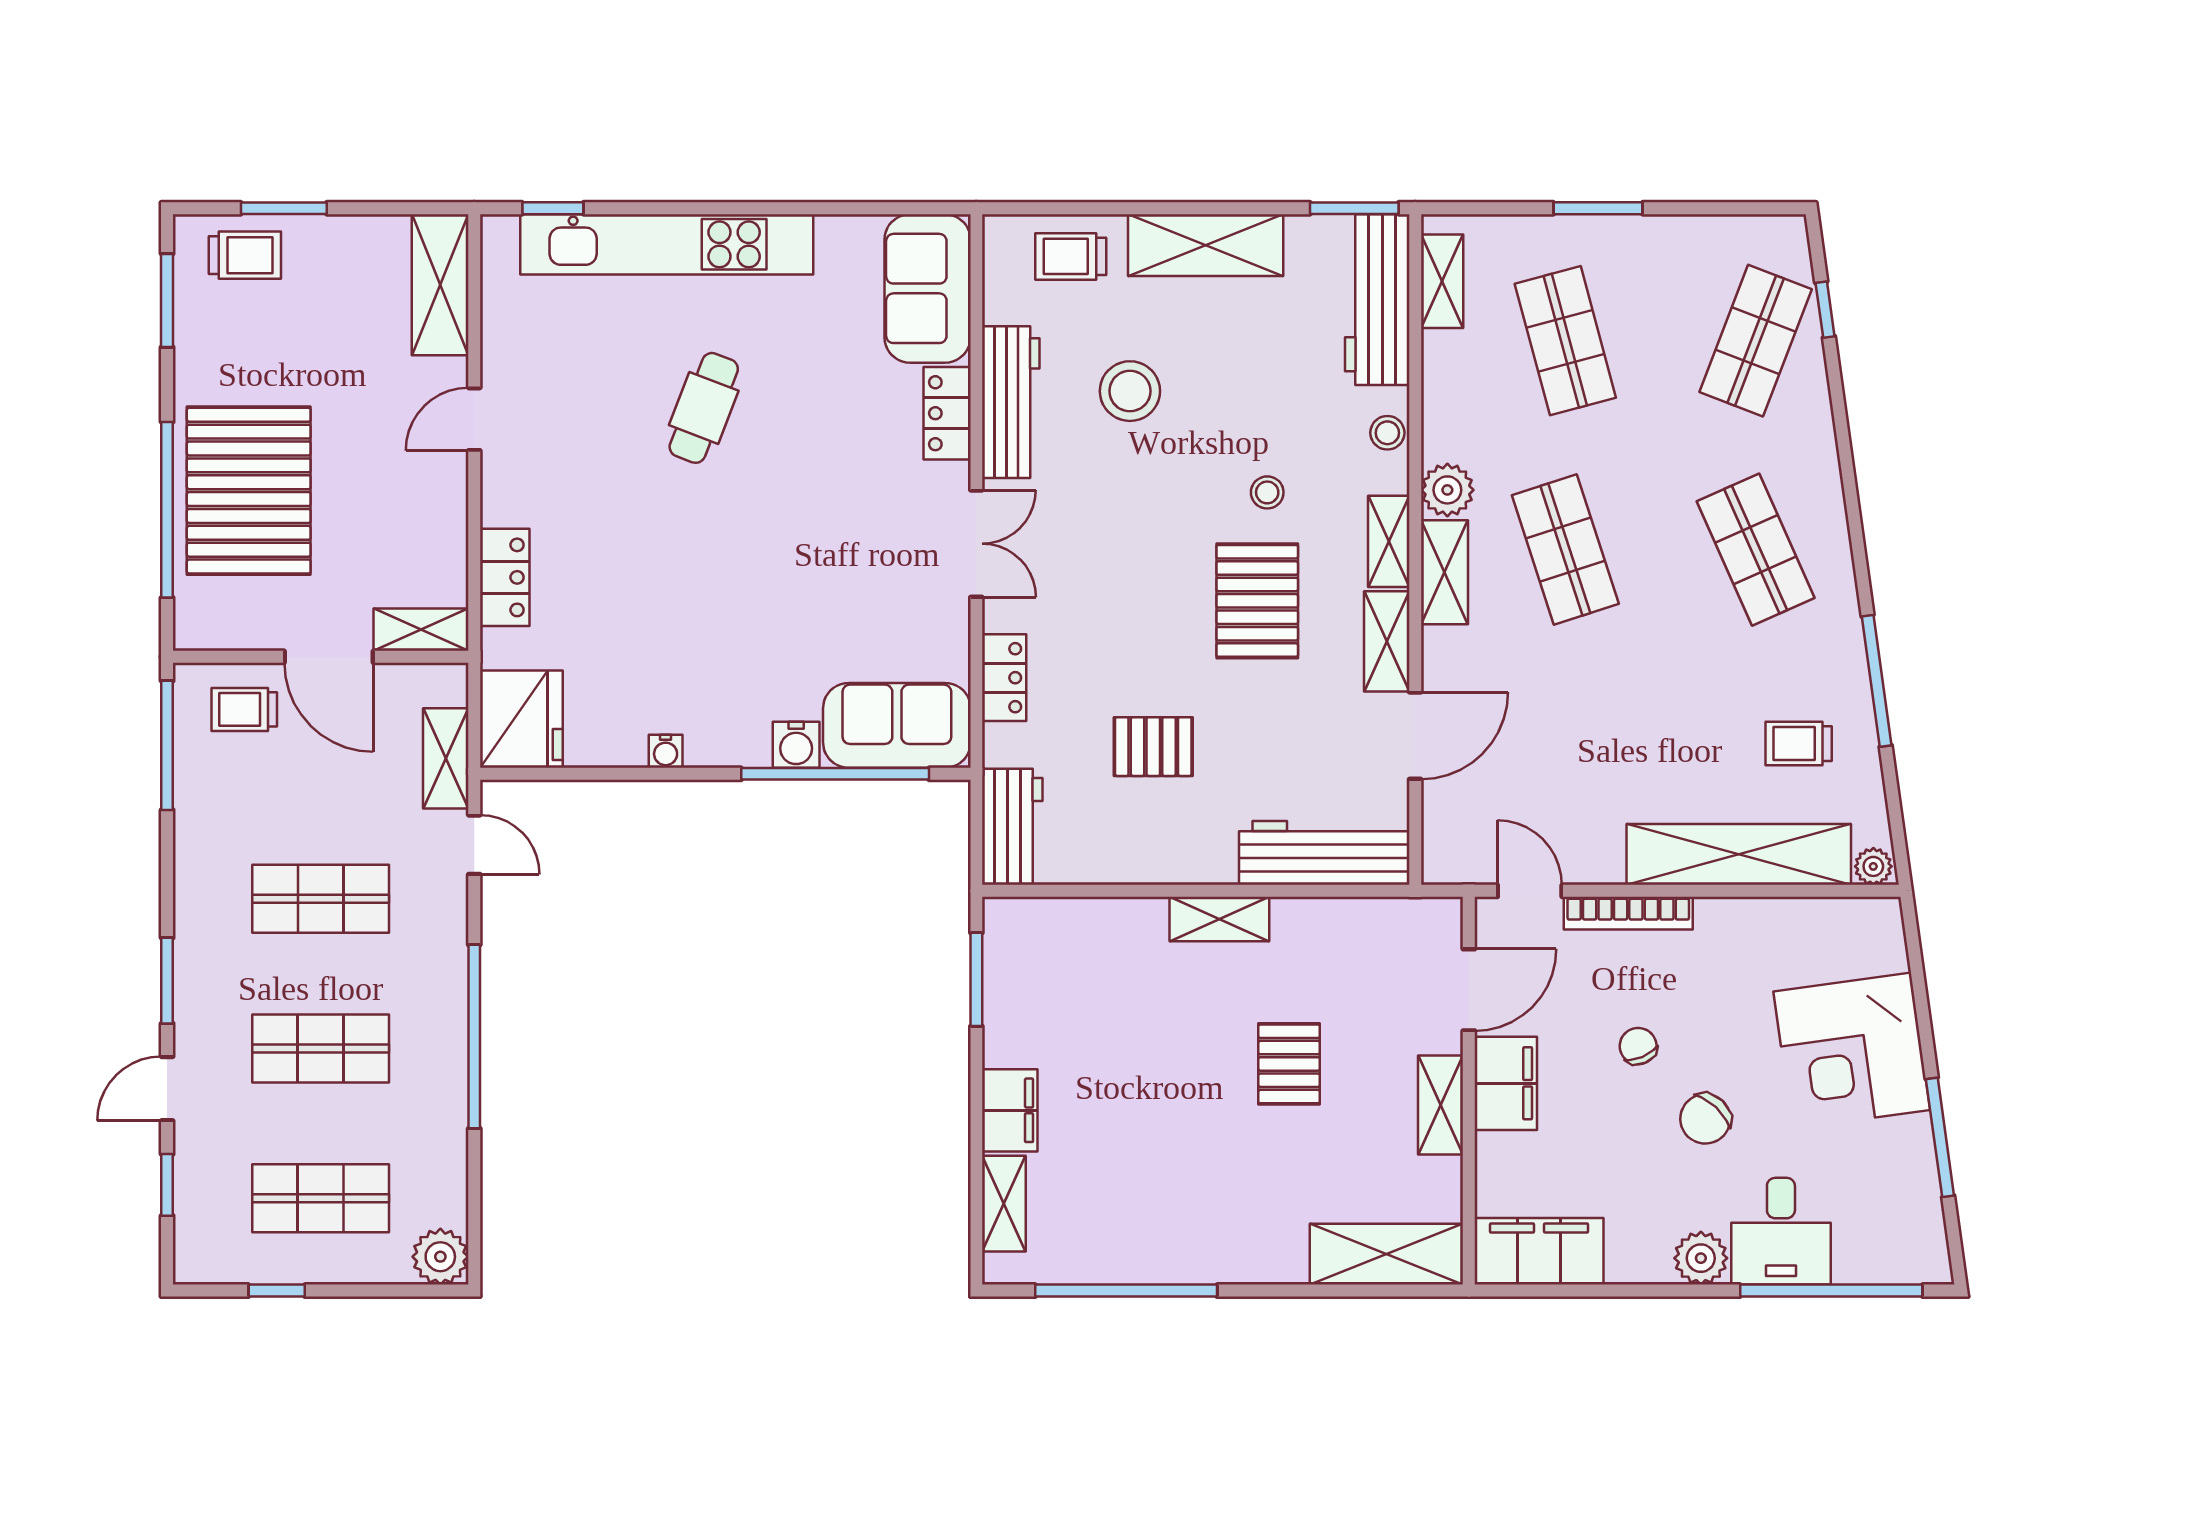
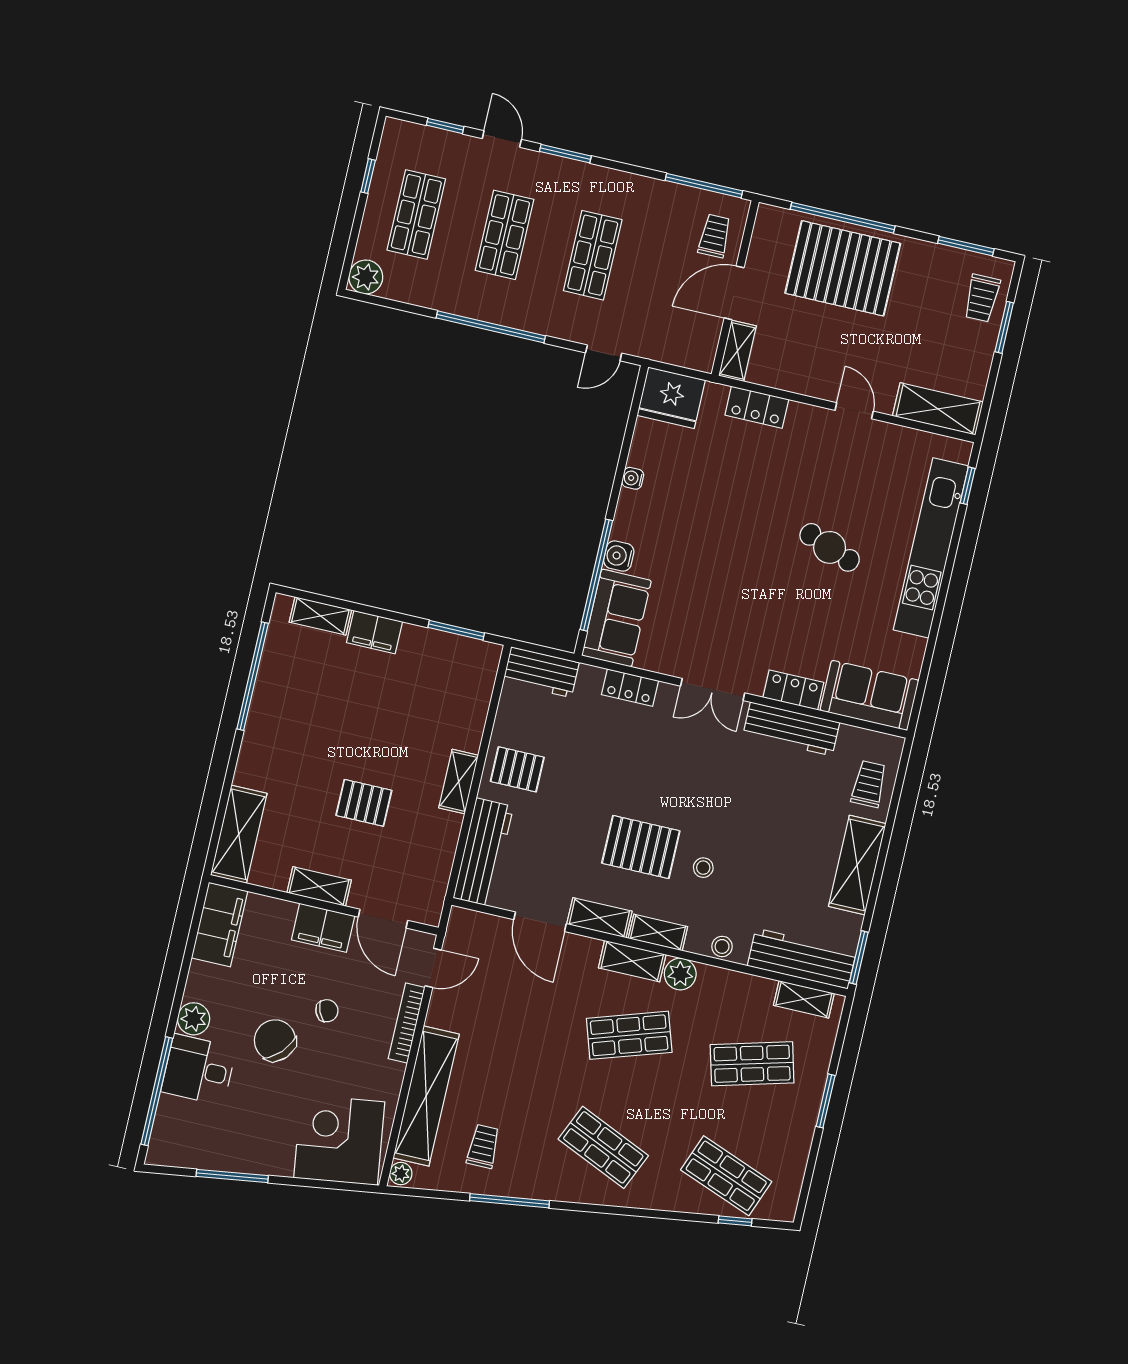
stool: (1130, 391) -> (782, 801), removed
shop shelf: (1756, 550) -> (603, 1147), turned 48
pallet: (1153, 747) -> (517, 769), moved, turned 90
shelving: (446, 758) -> (658, 348), removed
corner desk: (1852, 1051) -> (339, 1140), moved
chair: (1705, 1119) -> (275, 1040), width x1.37, depth x1.37

